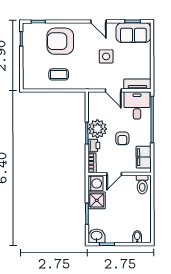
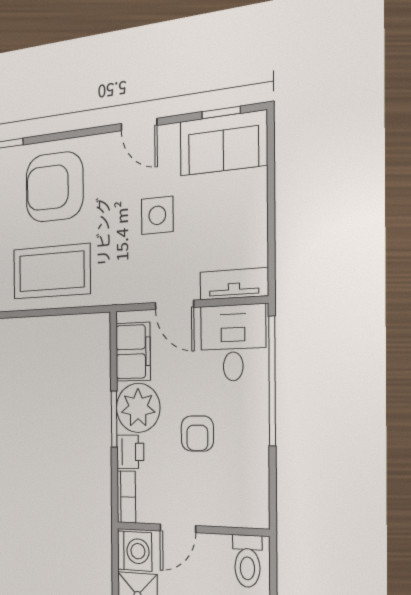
coffee table: (59, 74) -> (52, 271), width x1.86, depth x1.72
filing cabinet: (144, 157) -> (133, 352), moved, turned 180

